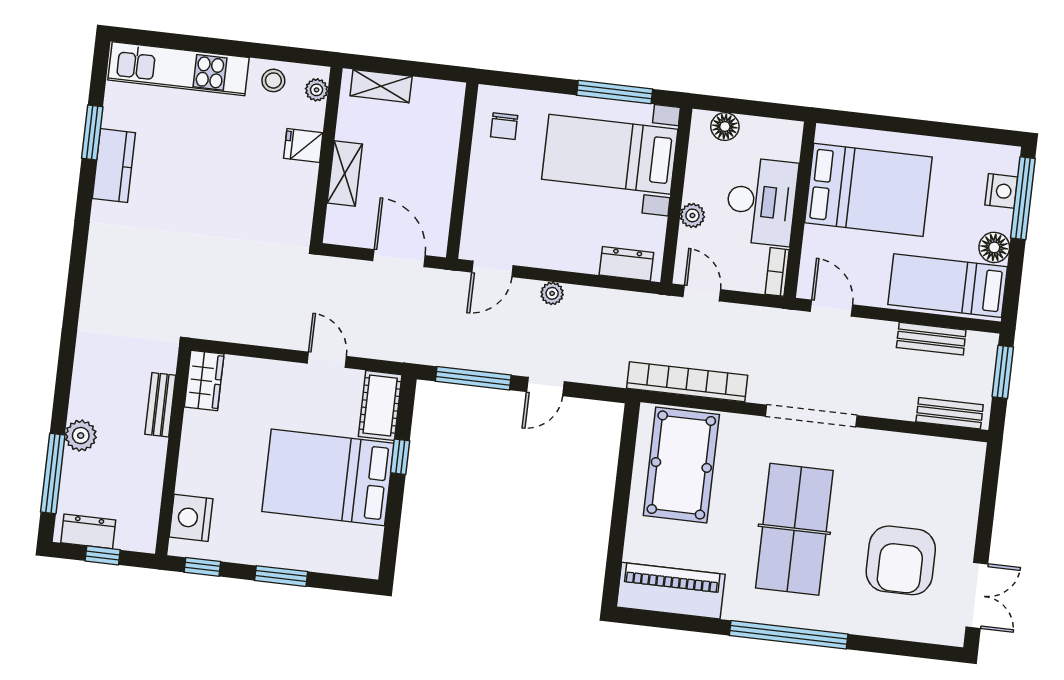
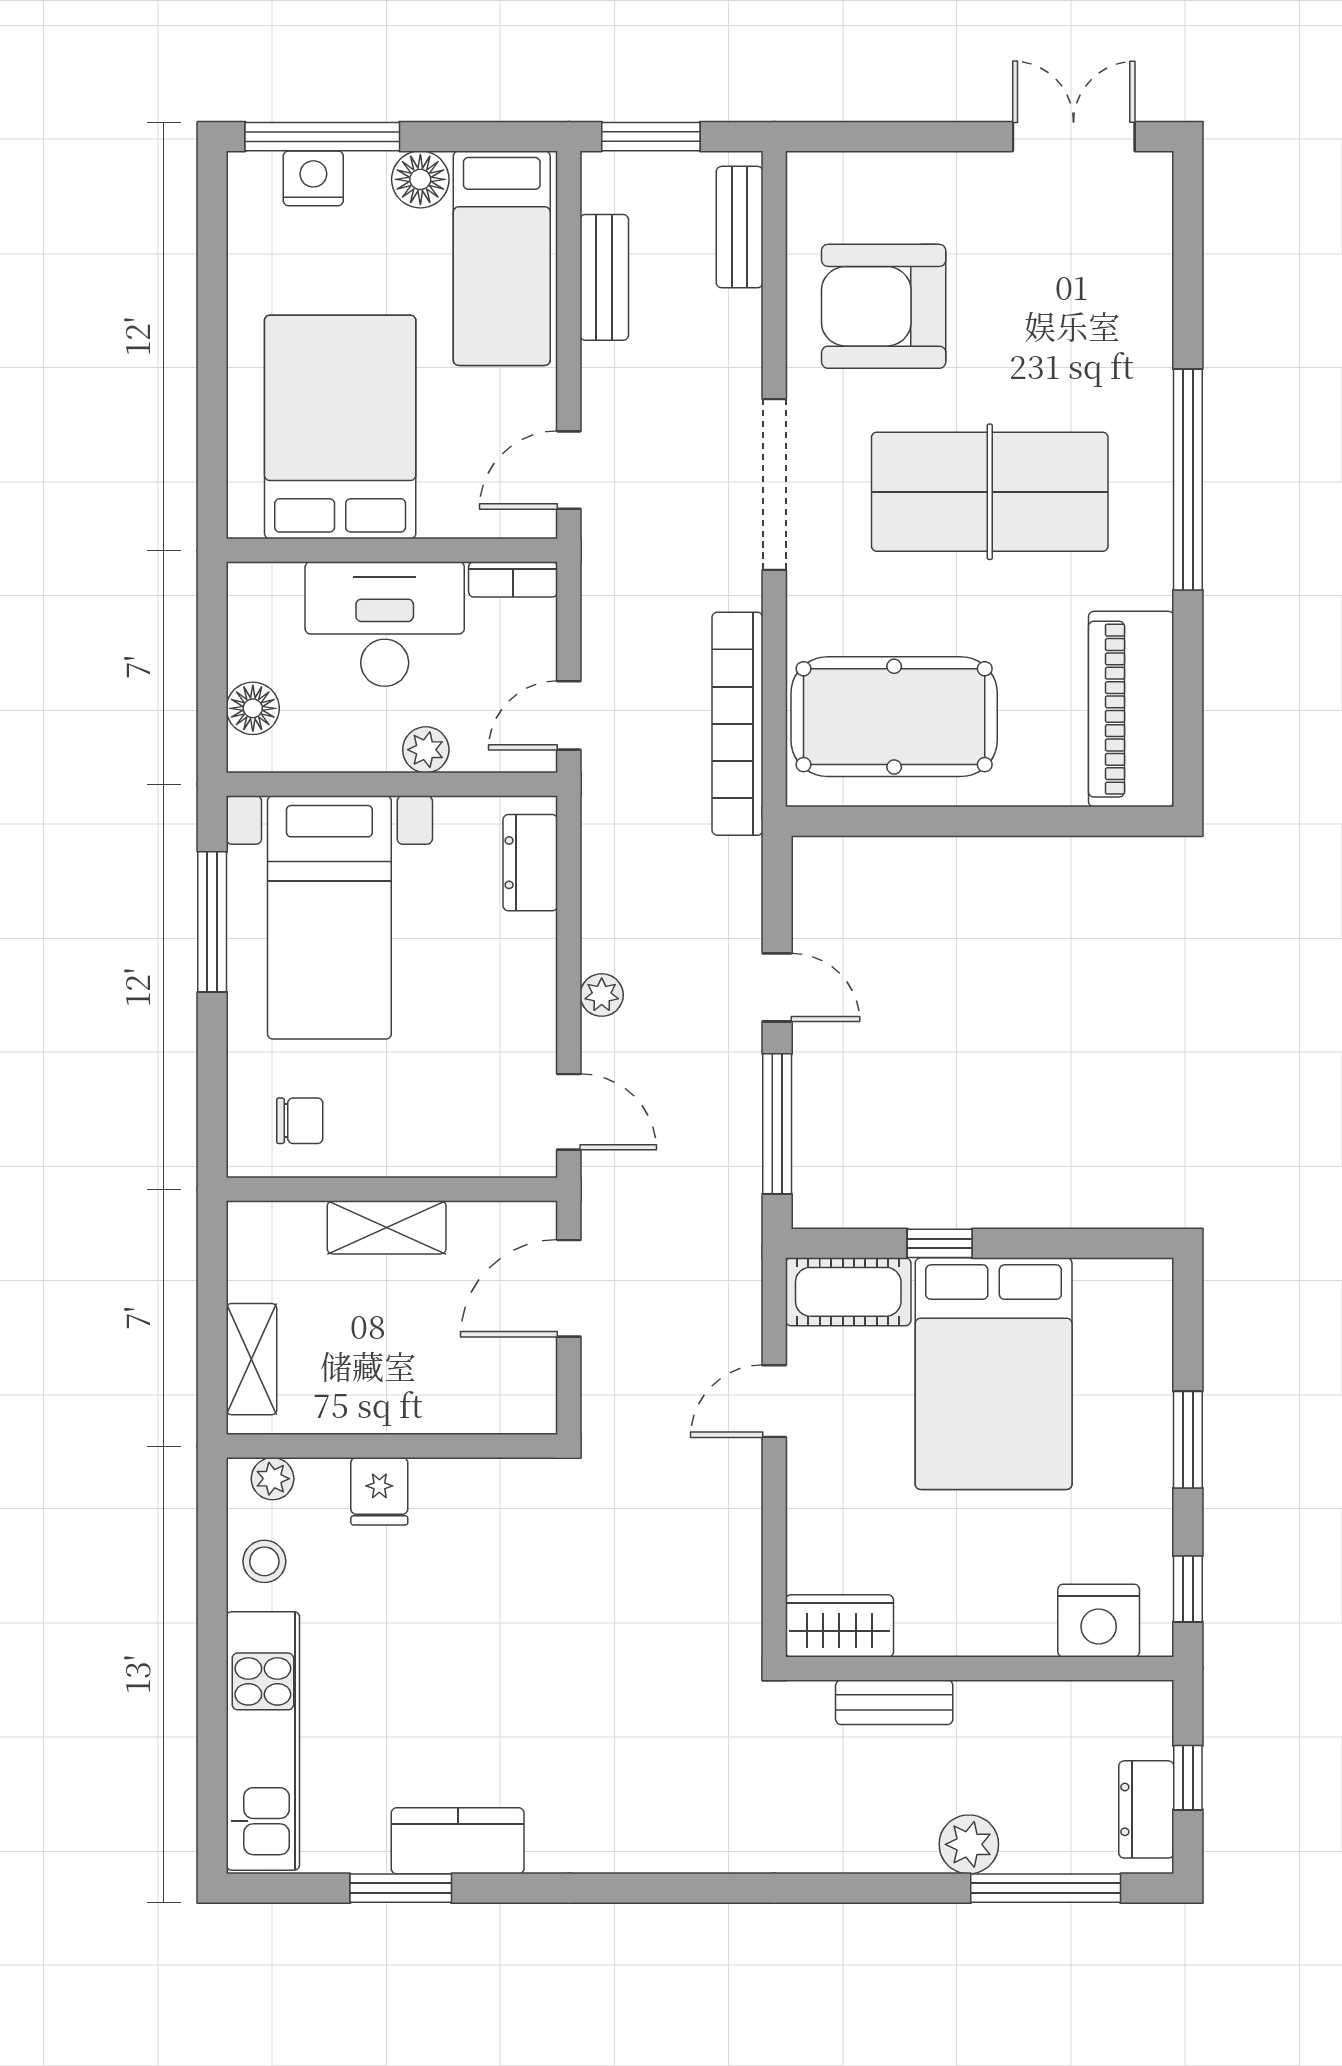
shelving: (345, 173) -> (387, 1227), moved
armchair: (901, 560) -> (884, 306), moved, turned 180

